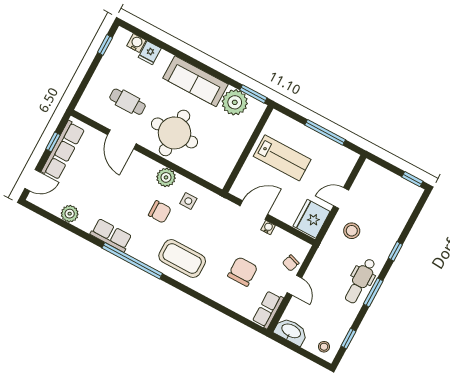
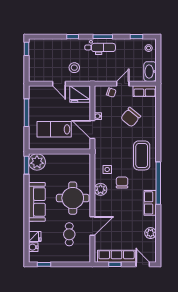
plant: (235, 102) -> (37, 162), moved
lab bench: (282, 158) -> (54, 129), turned -90
chair: (243, 272) -> (131, 117), turned -51

